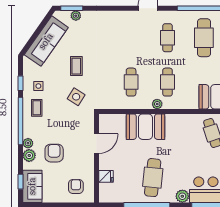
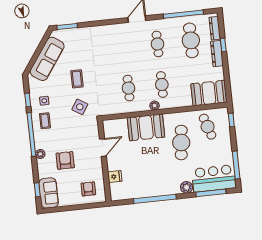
plant: (76, 16) -> (72, 33), removed
plant: (29, 155) -> (43, 165), removed
cafe table: (153, 178) -> (181, 142), moved

